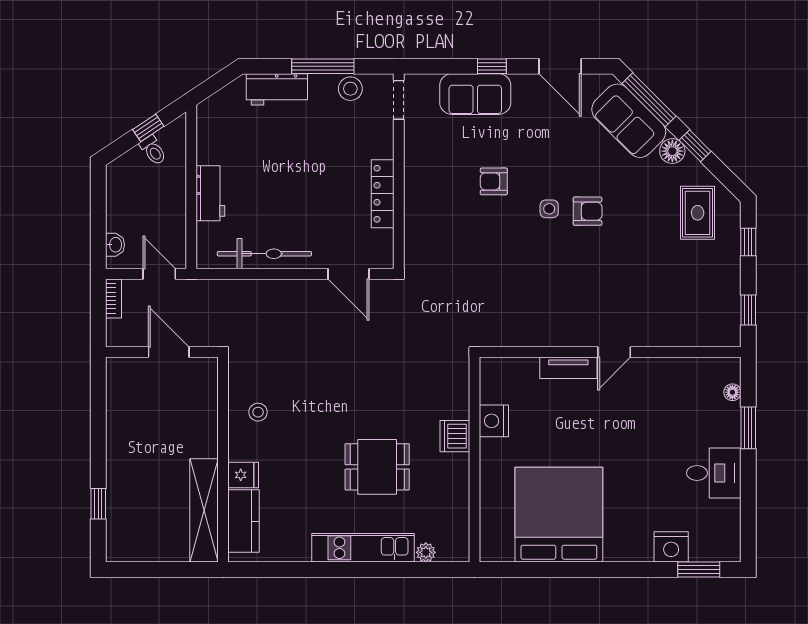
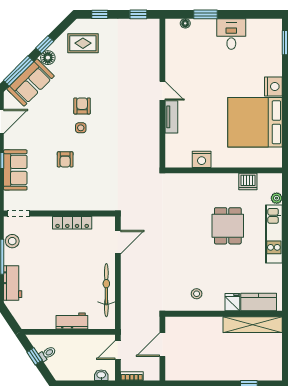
dishwasher: (455, 436) -> (248, 182), moved
nightstand: (671, 547) -> (273, 86), moved

